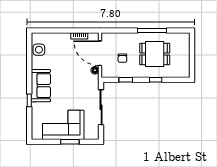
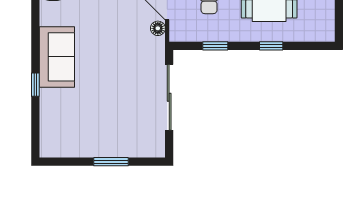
corner sofa: (63, 125) -> (99, 130), removed

